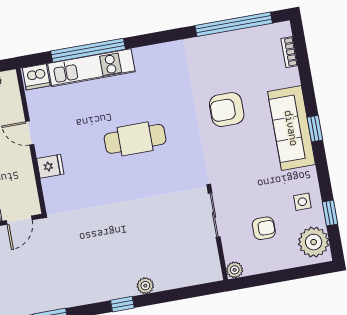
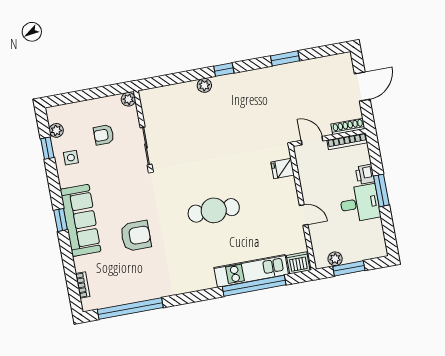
fridge: (50, 166) -> (283, 168), moved
door: (19, 220) -> (312, 141), hinge flipped
plant: (314, 242) -> (56, 130), width x0.53, depth x0.53

